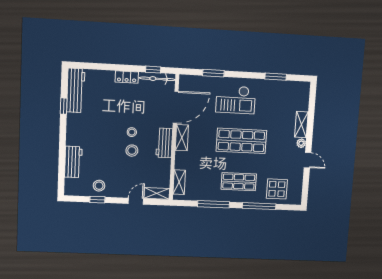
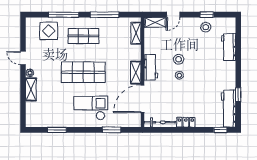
window: (153, 70) -> (220, 130), moved

